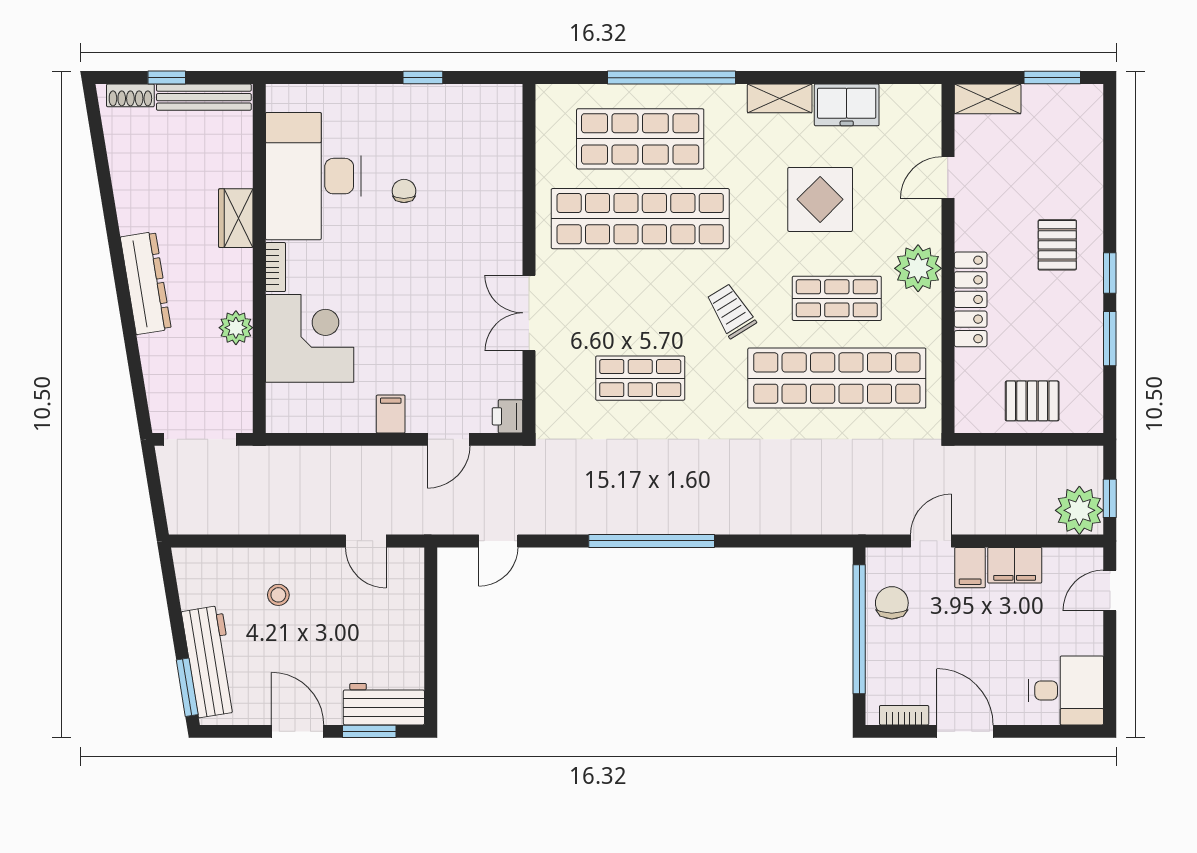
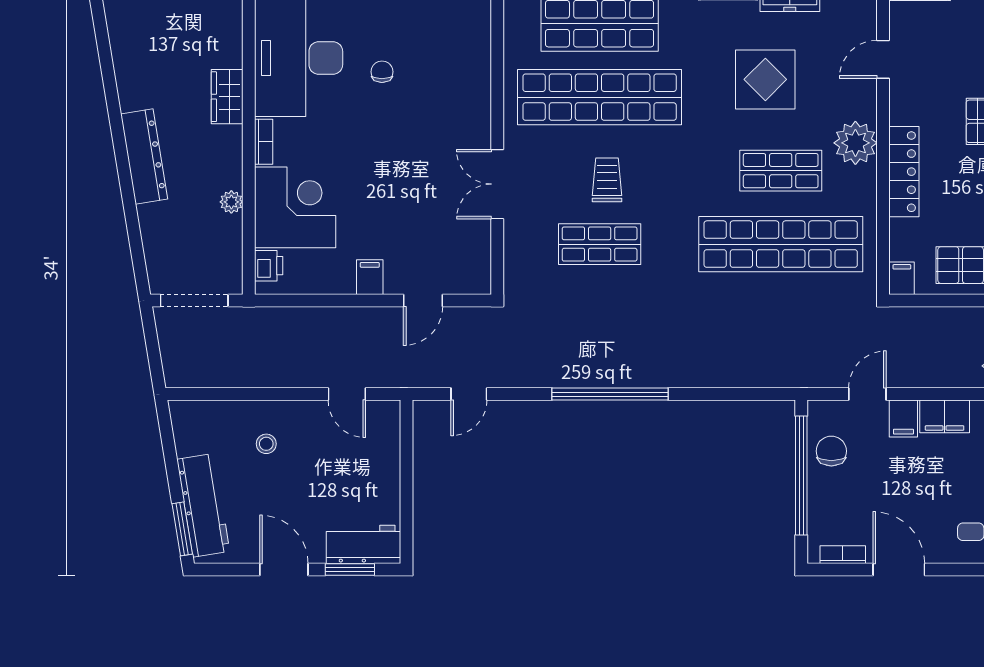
trolley: (731, 311) -> (607, 180), moved, turned 32
plant: (236, 328) -> (231, 202), width x0.73, depth x0.73
filing cabinet: (968, 415) -> (902, 278), added
printer: (508, 416) -> (269, 266), moved, turned 180

